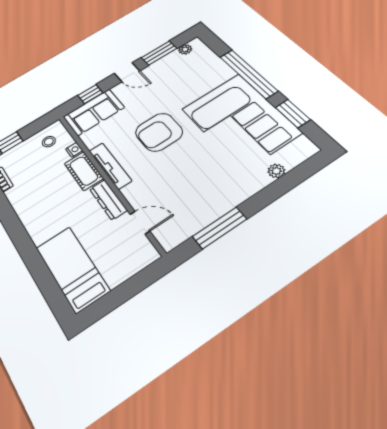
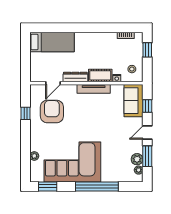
plant: (172, 60) -> (137, 159), added
window: (293, 114) -> (48, 186), moved
armchair: (159, 132) -> (52, 111), moved
window: (220, 228) -> (25, 113), width x0.46

